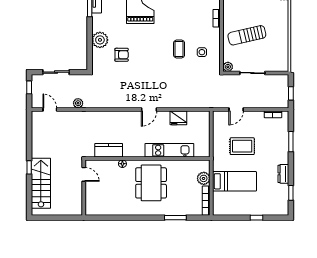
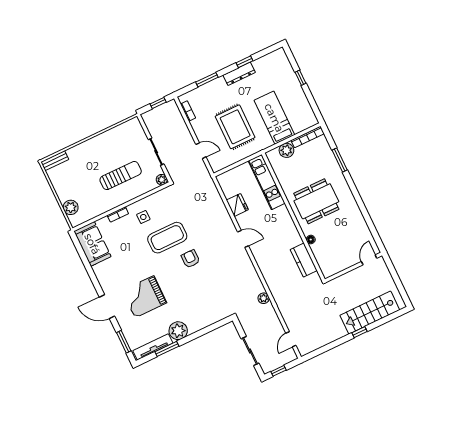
sun lounger: (247, 35) -> (121, 176), turned -77
plant: (100, 40) -> (178, 331), moved
coffee table: (179, 49) -> (167, 238), width x1.86, depth x1.72
side table: (202, 52) -> (143, 217), moved
armchair: (122, 55) -> (191, 259), moved
plant: (78, 103) -> (264, 298), moved
rug: (242, 146) -> (235, 127), width x1.36, depth x1.43
kitchen unit: (169, 150) -> (267, 182), moved
door: (84, 174) -> (369, 260), moved
dresser: (283, 174) -> (239, 74), width x1.44
window: (291, 193) -> (244, 62), moved

